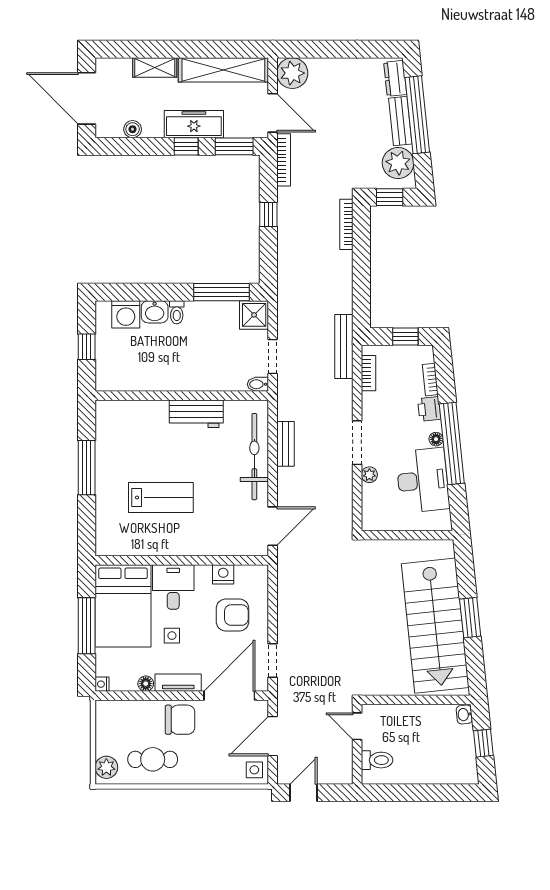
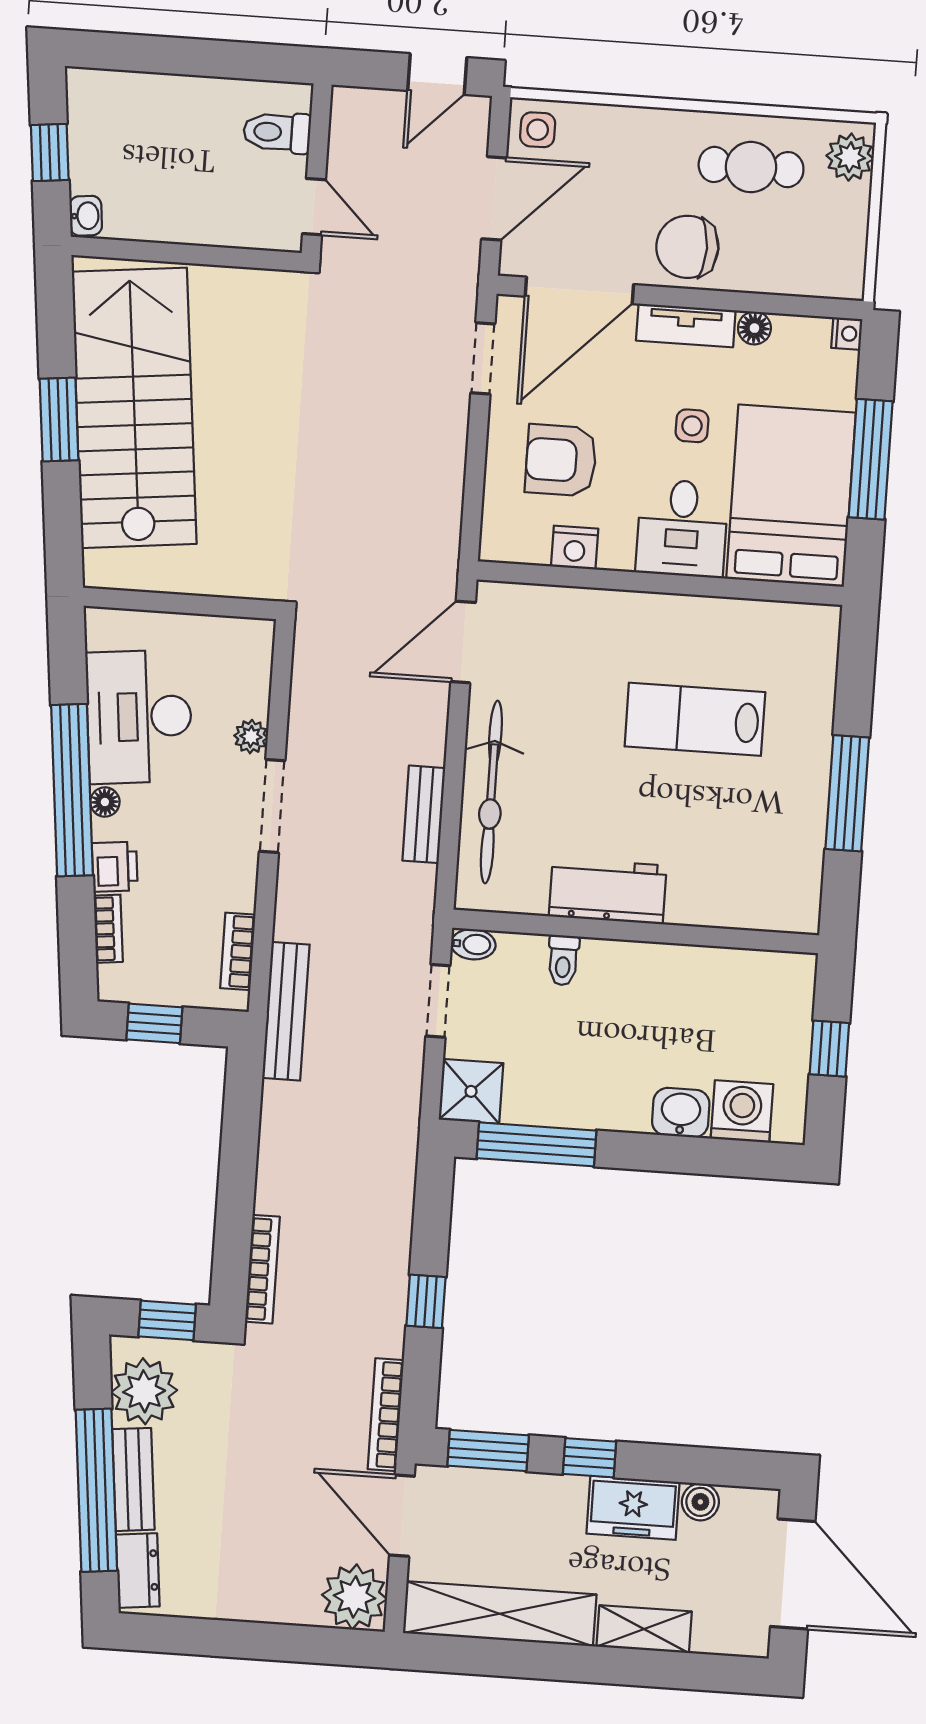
freezer: (194, 124) -> (633, 1508), moved, width x0.71
toilet: (177, 312) -> (563, 960), moved, turned 180

